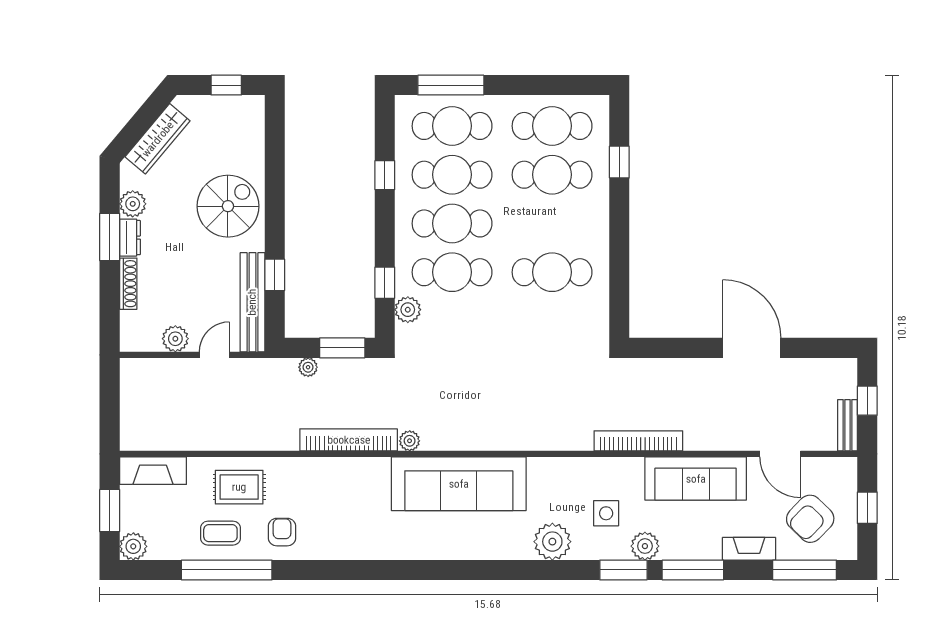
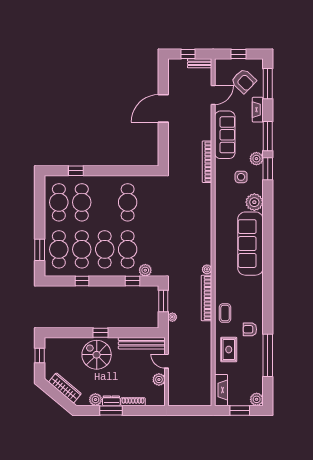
window: (451, 85) -> (40, 250), width x0.69
window: (275, 275) -> (101, 333), moved
sofa: (459, 484) -> (250, 244), moved, turned 180
coffee table: (220, 533) -> (225, 313), moved

